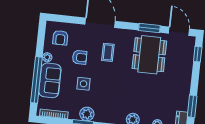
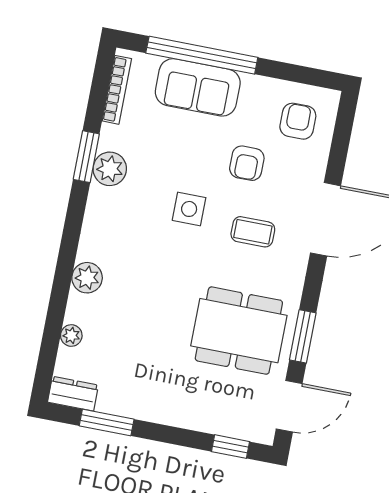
armchair: (60, 38) -> (298, 121), turned 90
plant: (47, 57) -> (254, 85), removed
side table: (84, 84) -> (189, 209), moved

